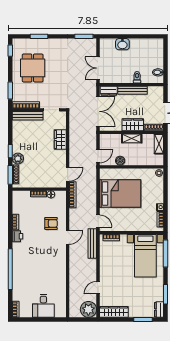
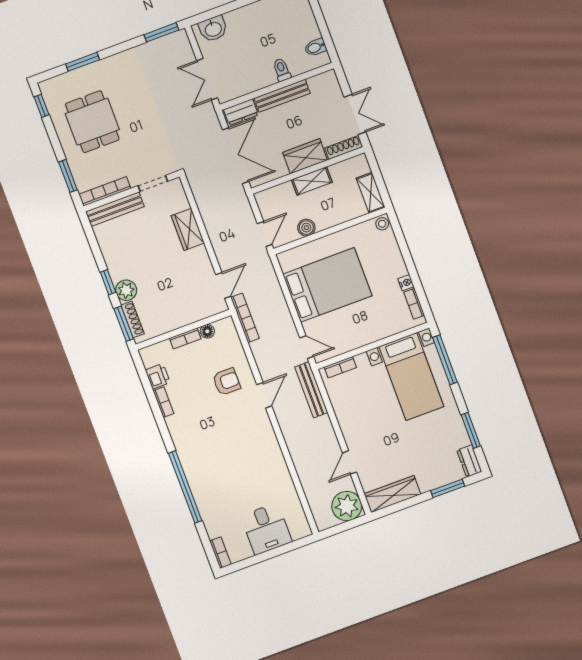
washbasin: (122, 44) -> (213, 29), moved
shelving: (159, 144) -> (371, 193), moved
printer: (17, 236) -> (158, 376), moved

